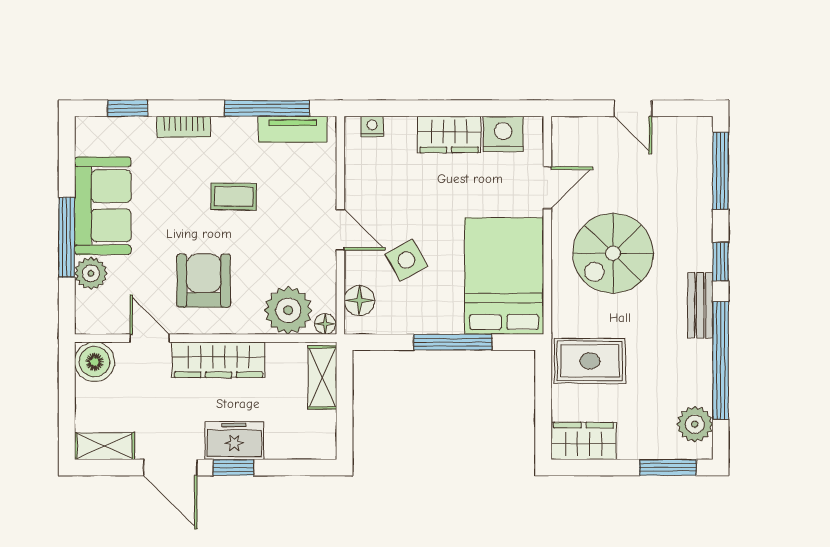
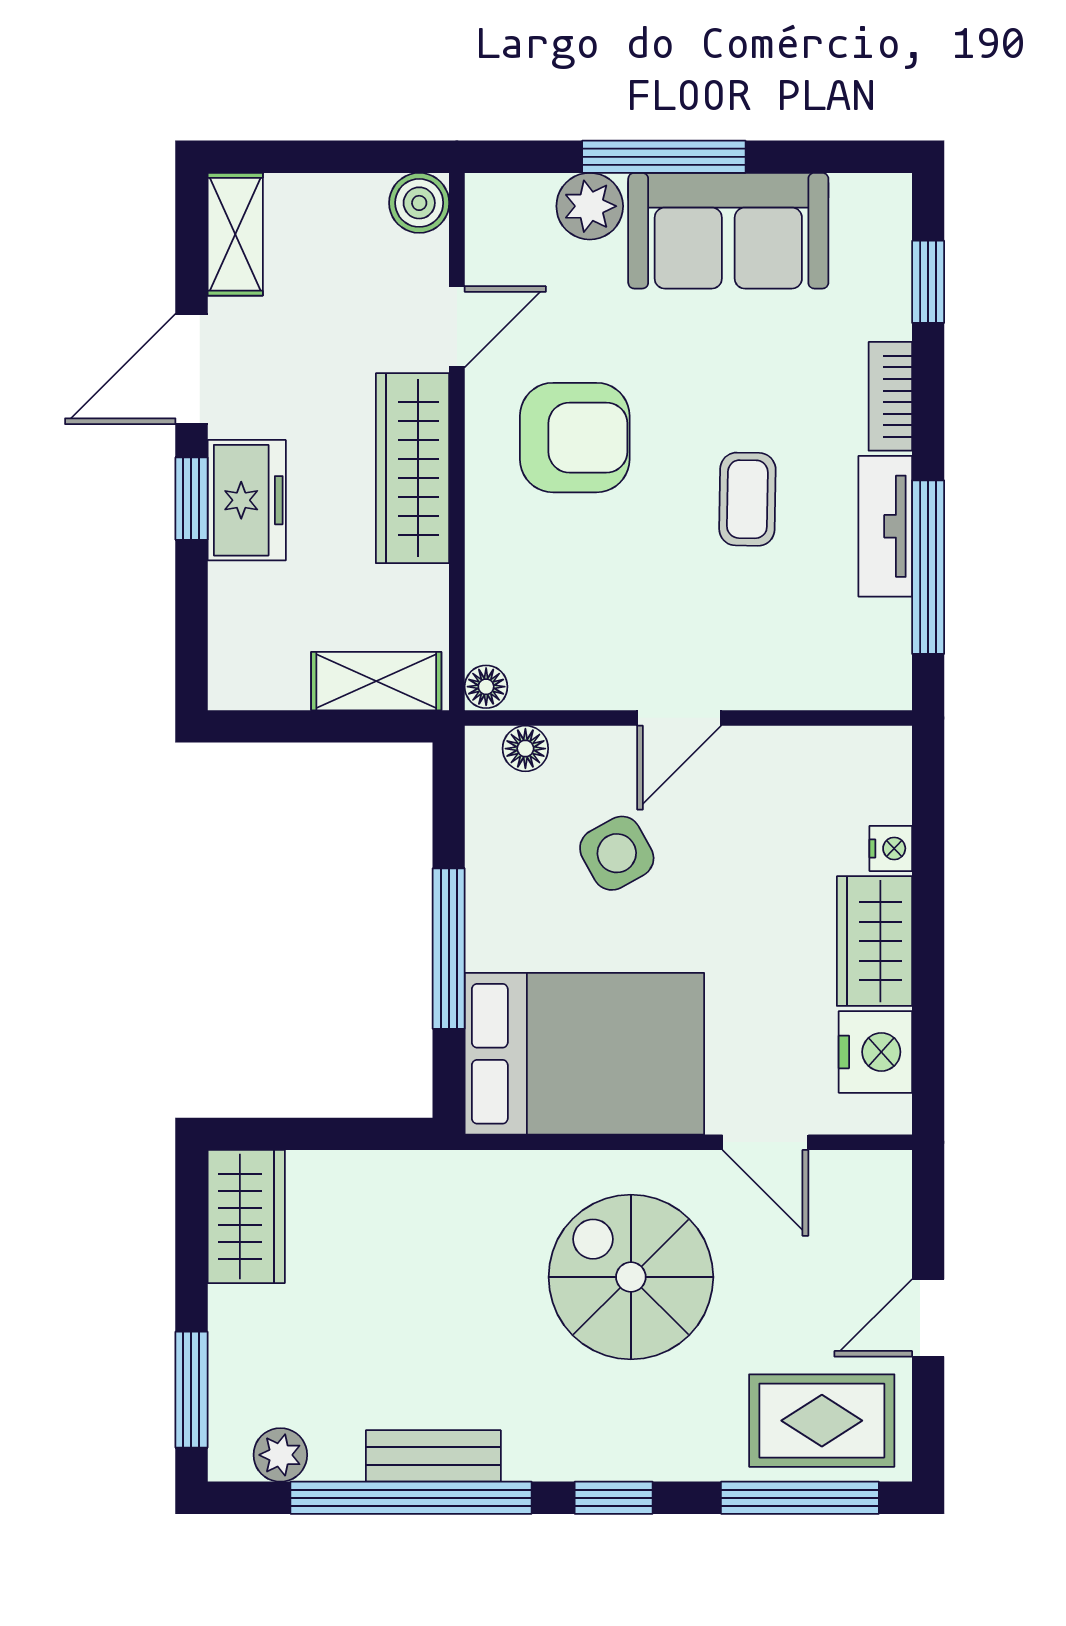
nightstand: (372, 127) -> (891, 848), moved
tv unit: (293, 129) -> (885, 526), moved
floor lamp: (359, 301) -> (525, 749), width x0.73, depth x0.73
bench: (700, 305) -> (433, 1456), moved
plant: (288, 310) -> (514, 611), removed
rug: (590, 361) -> (822, 1421), moved, turned 90
boiler: (95, 362) -> (419, 203), width x0.73, depth x0.73
plant: (695, 424) -> (280, 1455), width x0.73, depth x0.73

